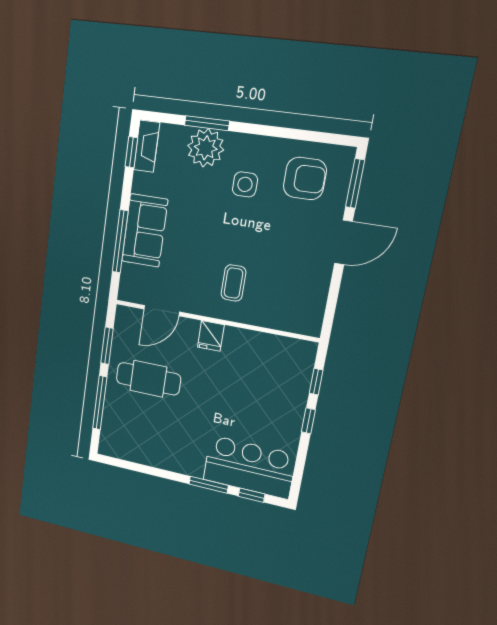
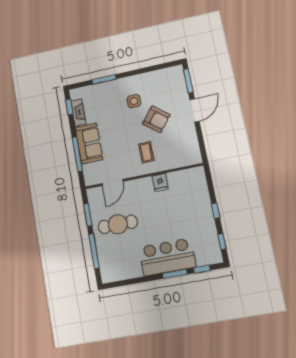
fireplace: (147, 146) -> (78, 113), moved
plant: (206, 148) -> (107, 91), removed
armchair: (305, 178) -> (156, 119), moved, turned 39
fridge: (211, 336) -> (160, 182), moved
window: (316, 382) -> (222, 242), moved
bar counter: (249, 467) -> (167, 257), moved

